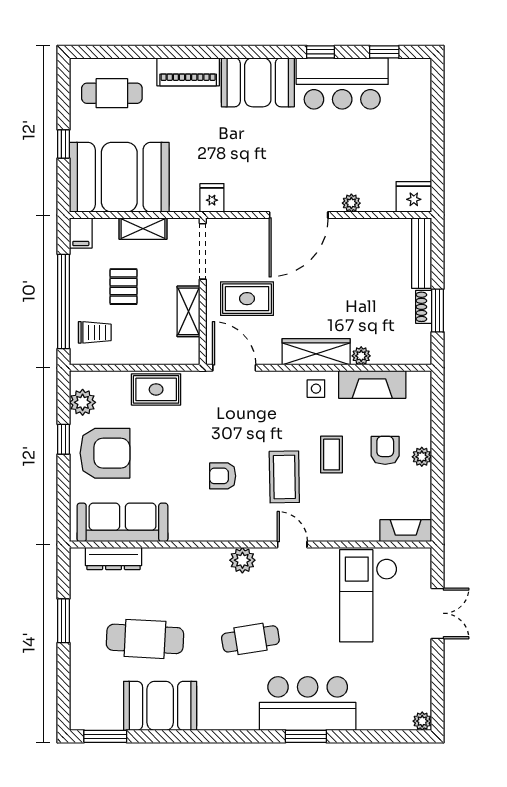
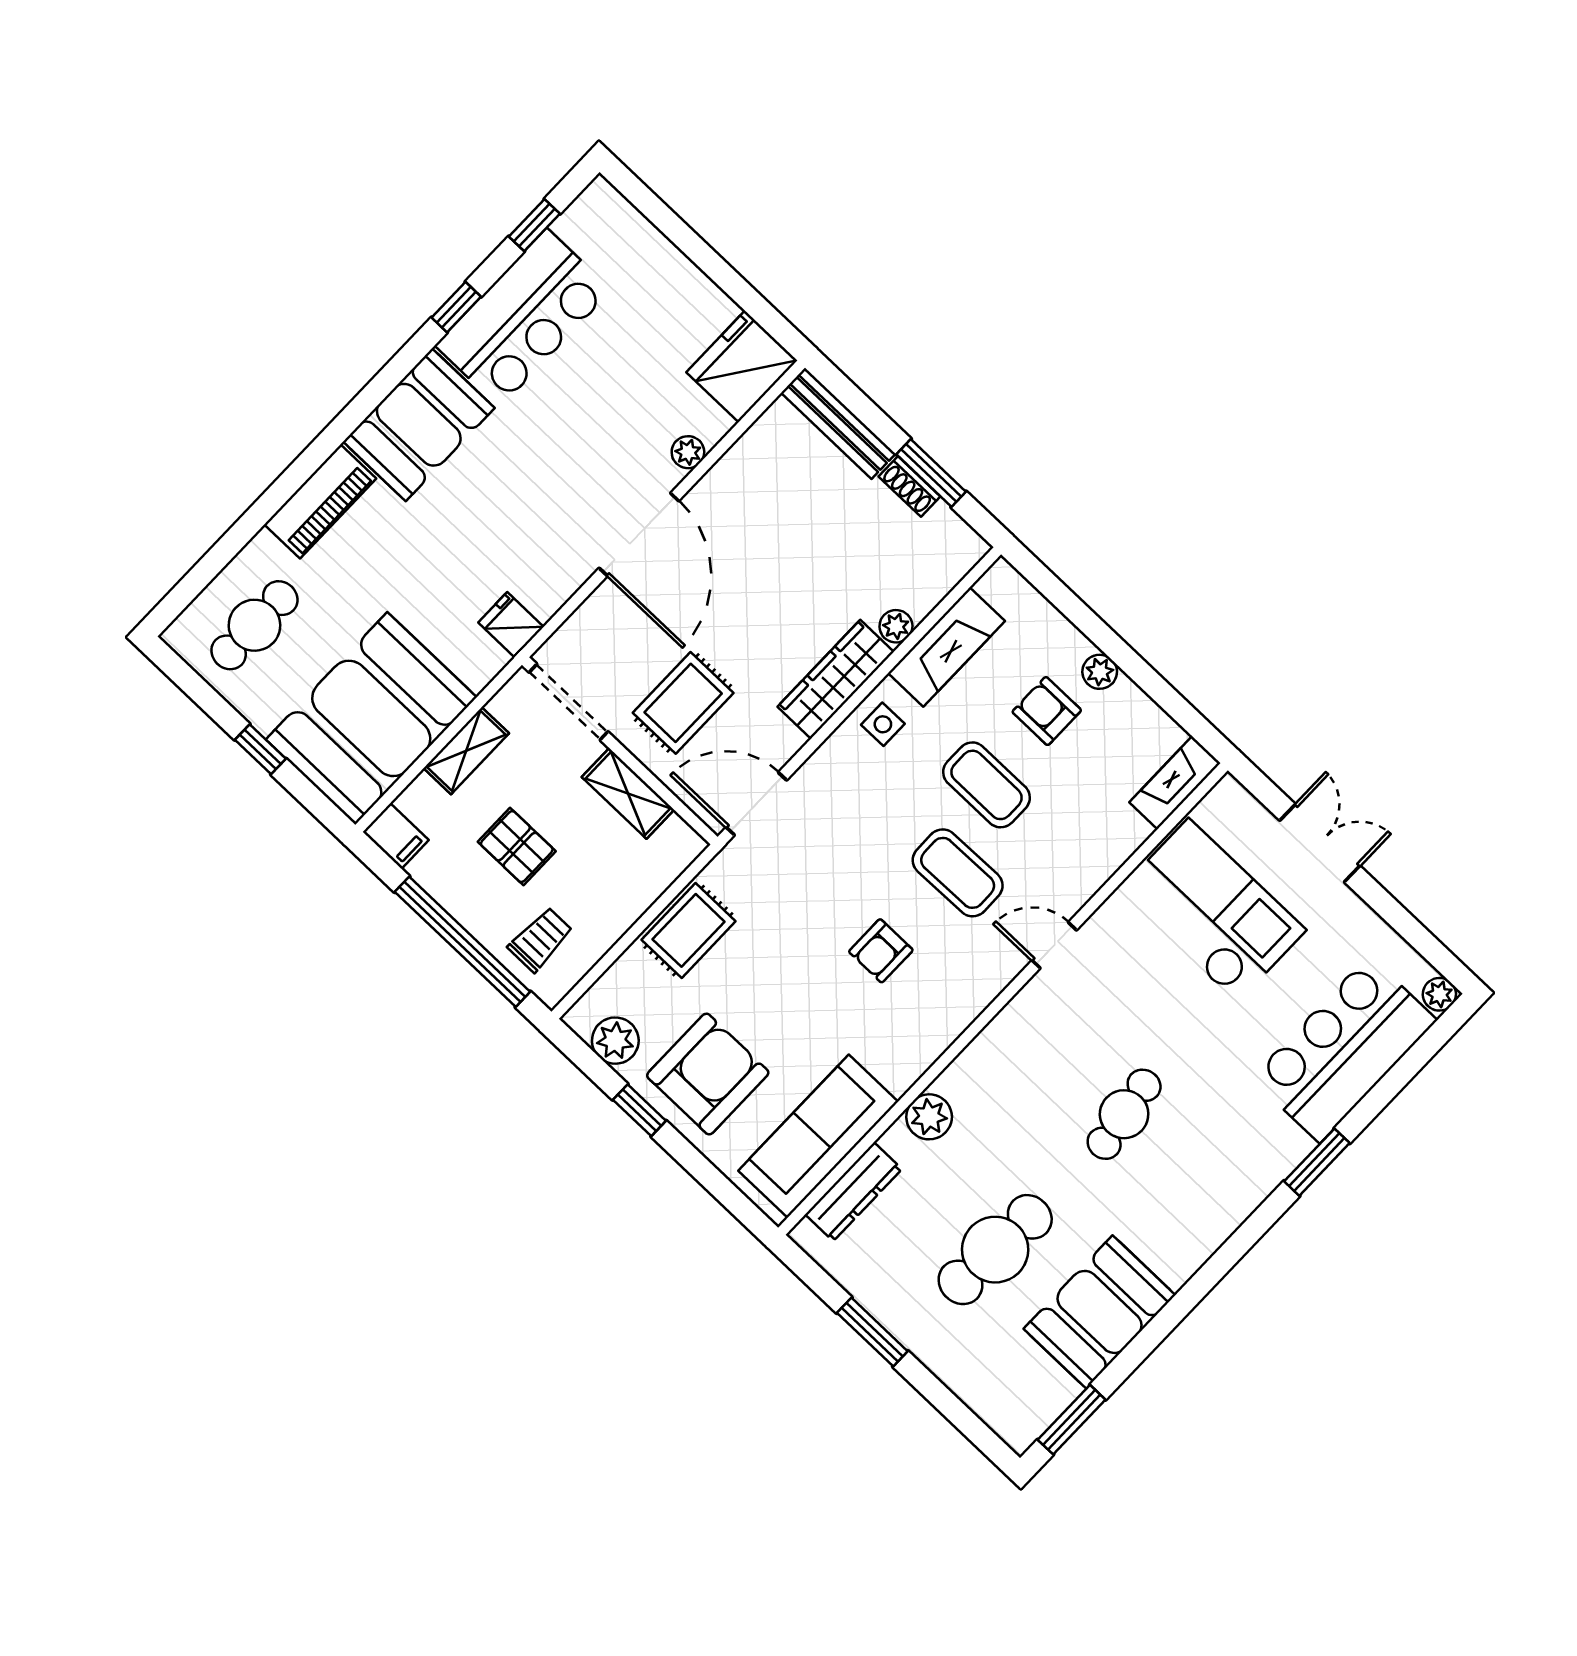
fridge: (414, 197) -> (742, 366), width x1.36, depth x1.34
coffee table: (332, 455) -> (986, 785), width x1.36, depth x1.30
plant: (242, 560) -> (929, 1117), moved
checkout: (368, 596) -> (1213, 910), turned 180
bar counter: (308, 704) -> (1344, 1049), moved

